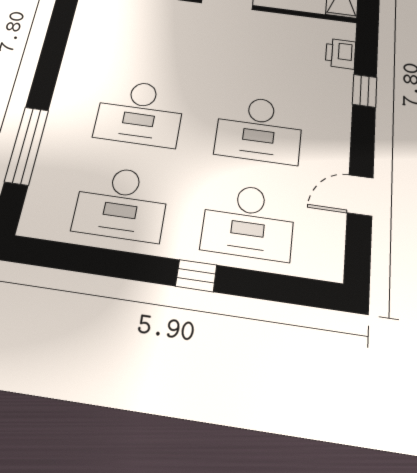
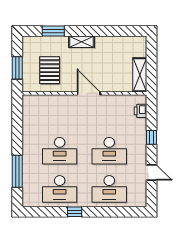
window: (365, 91) -> (152, 137), moved
door: (360, 195) -> (152, 172), swing flipped
window: (196, 276) -> (75, 212), moved

